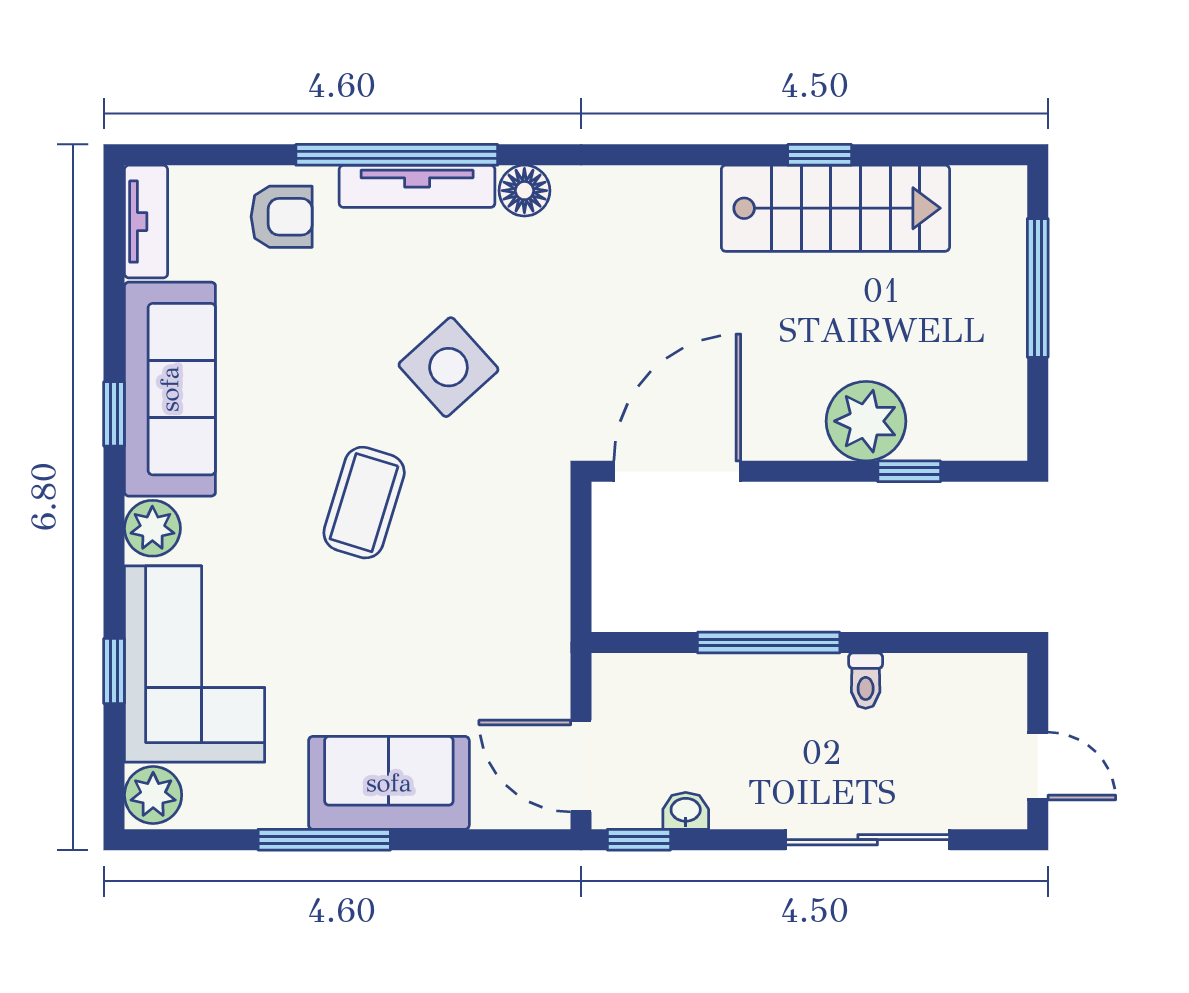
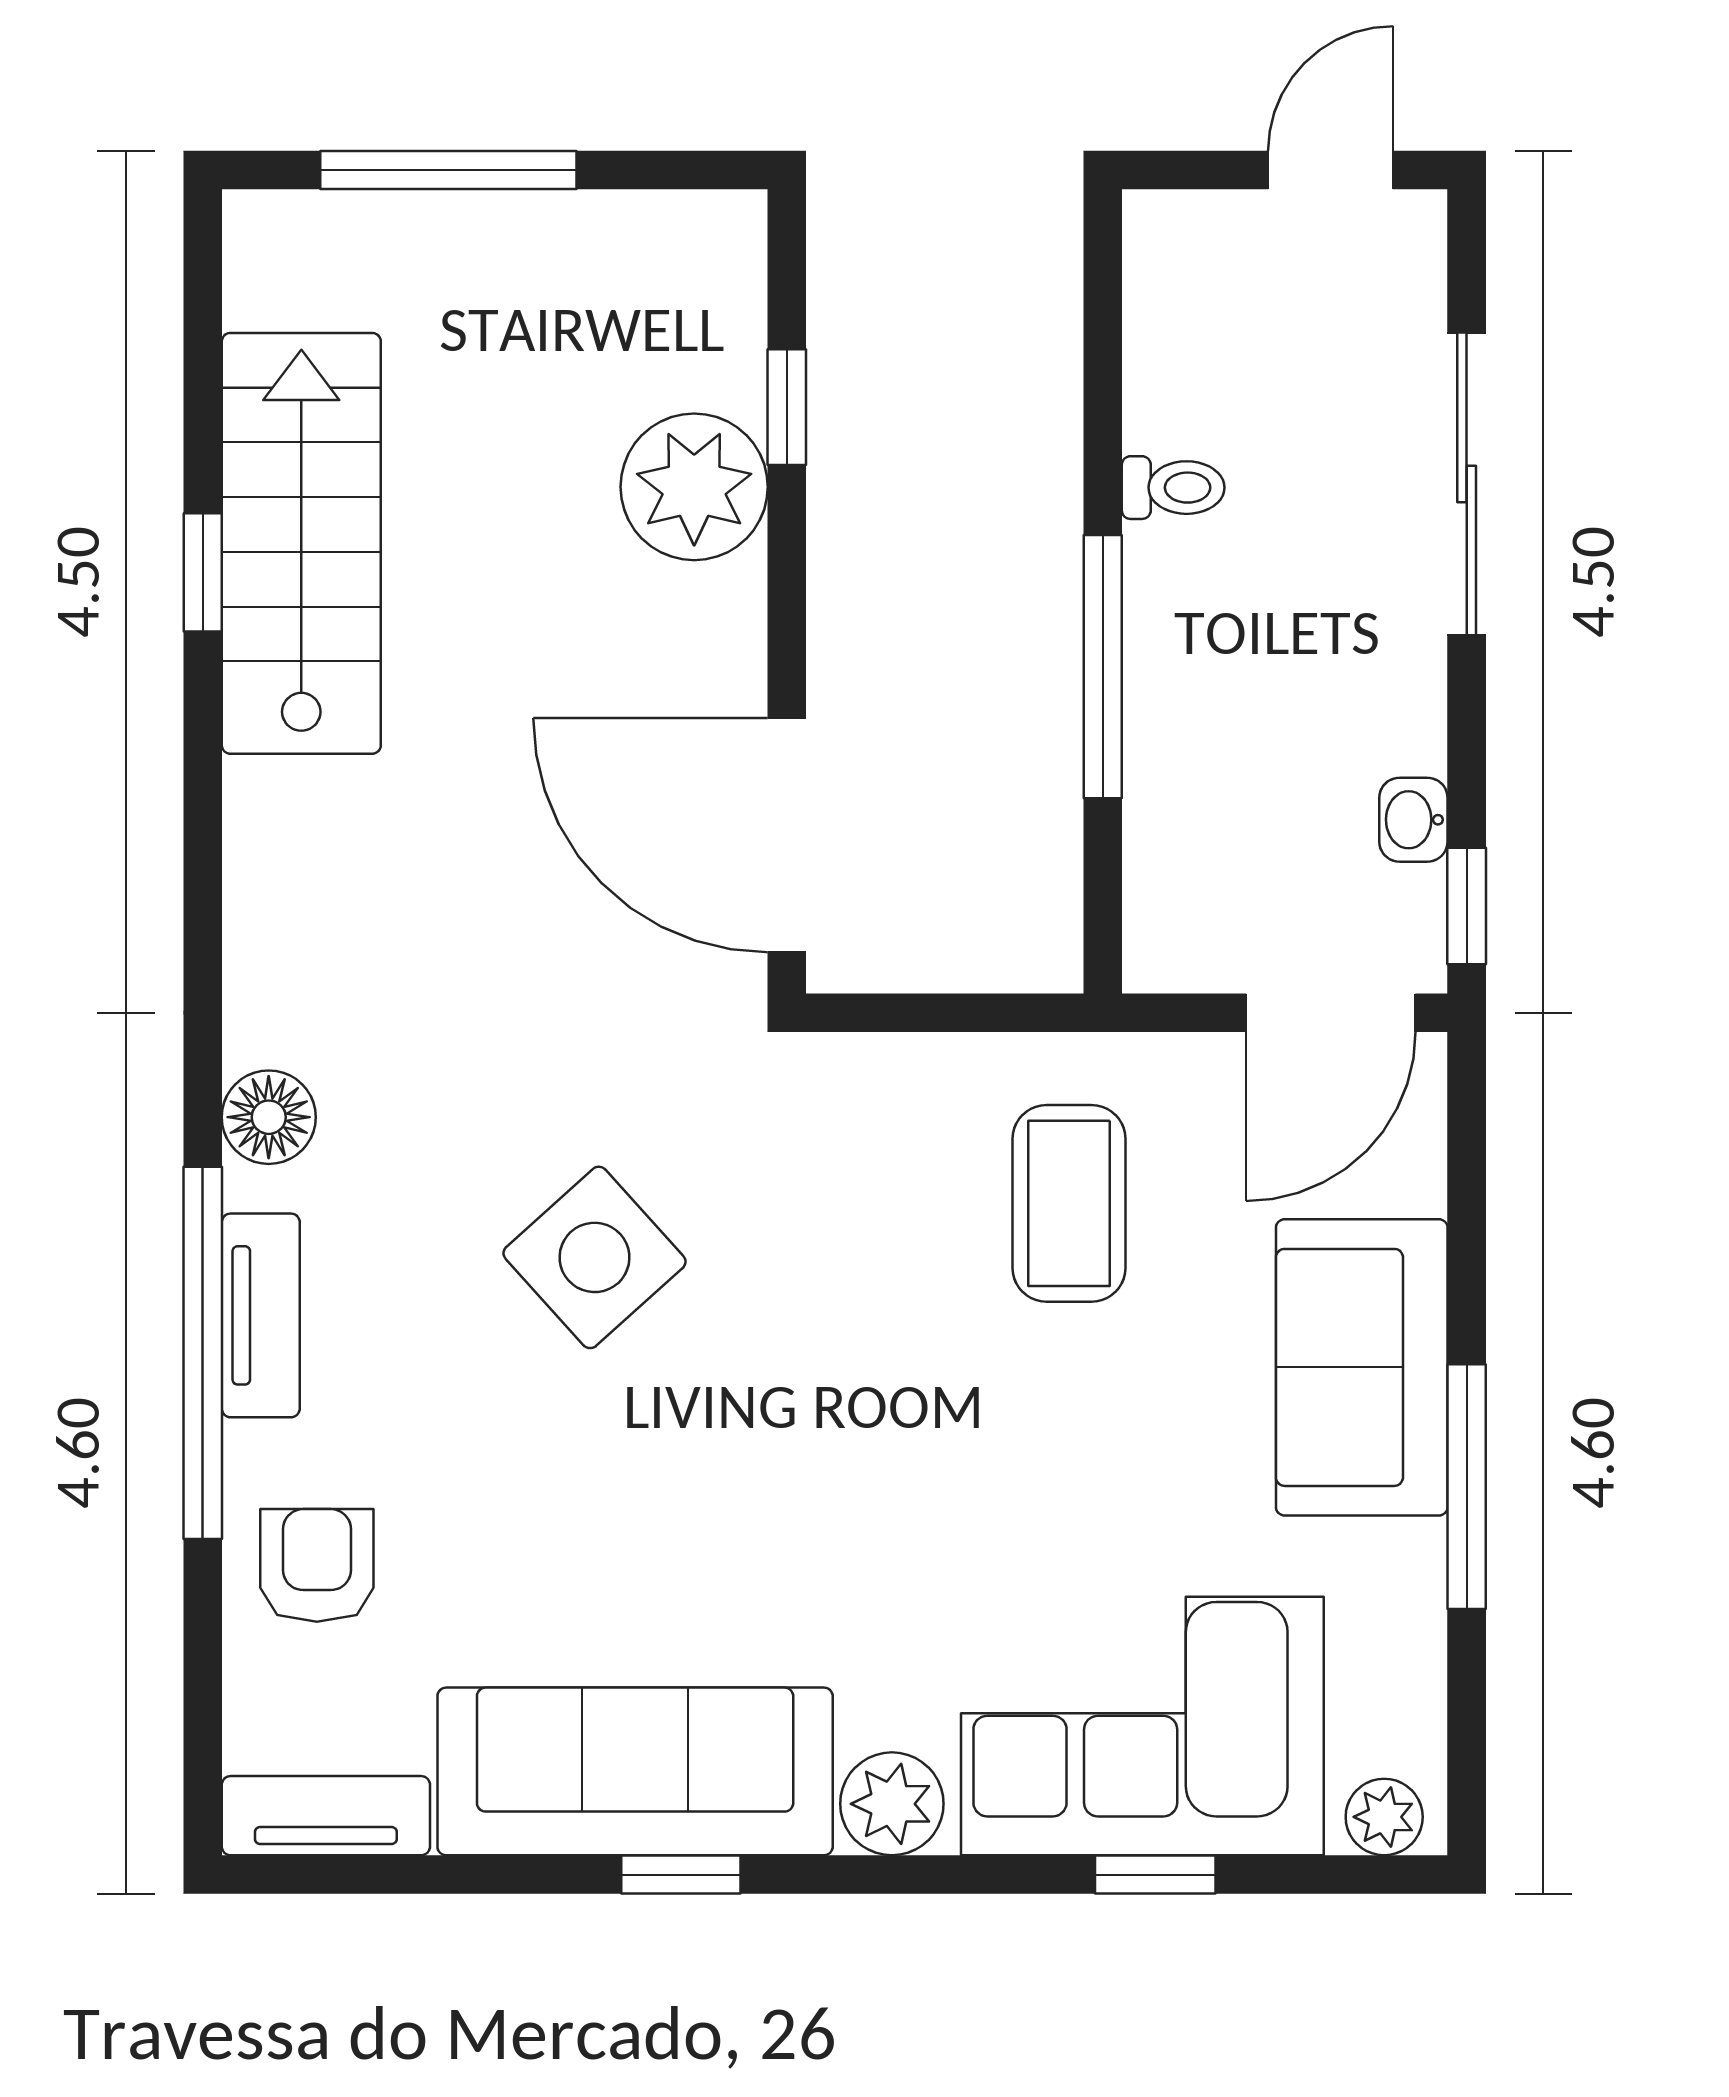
tv unit: (417, 186) -> (261, 1315), width x0.71
coffee table: (364, 503) -> (1069, 1203), moved, turned 73
plant: (153, 795) -> (1384, 1817), width x0.73, depth x0.73

